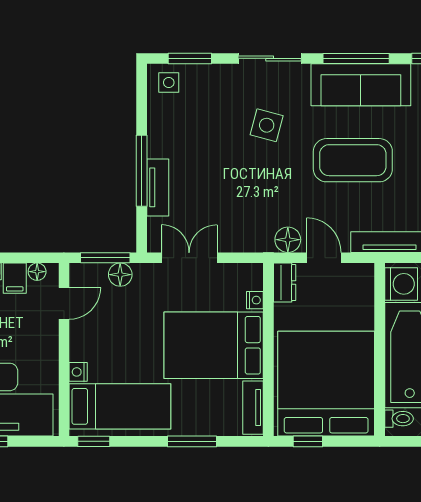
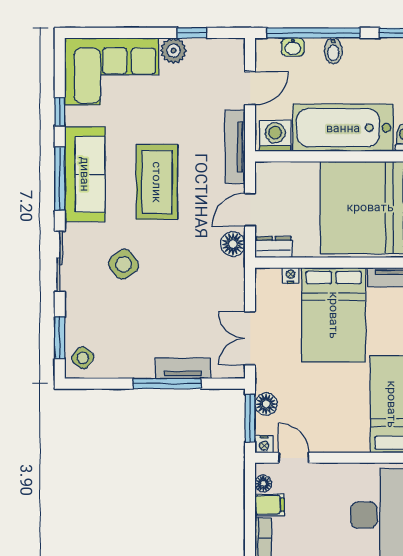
side table: (169, 82) -> (83, 358), turned 37
side table: (267, 125) -> (124, 264), turned 37
nightstand: (78, 372) -> (264, 444), moved

